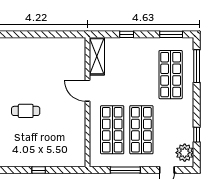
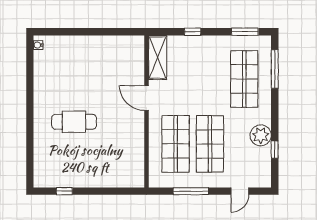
cafe table: (26, 111) -> (74, 122), width x1.37, depth x1.35
plant: (185, 153) -> (261, 135), moved
window: (39, 170) -> (64, 191), moved

